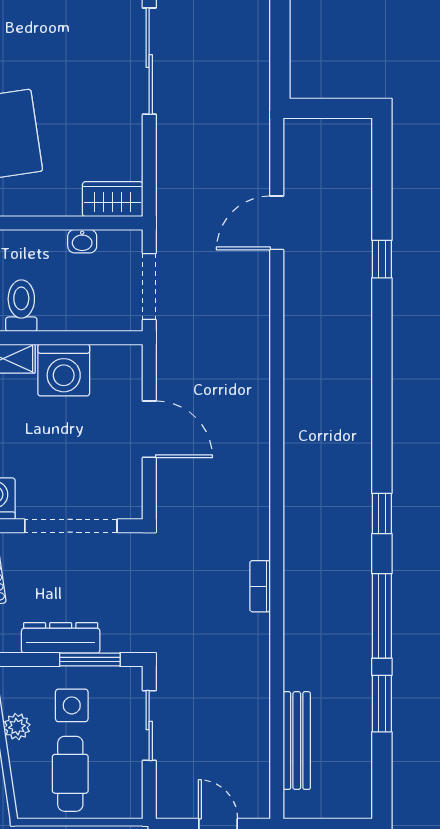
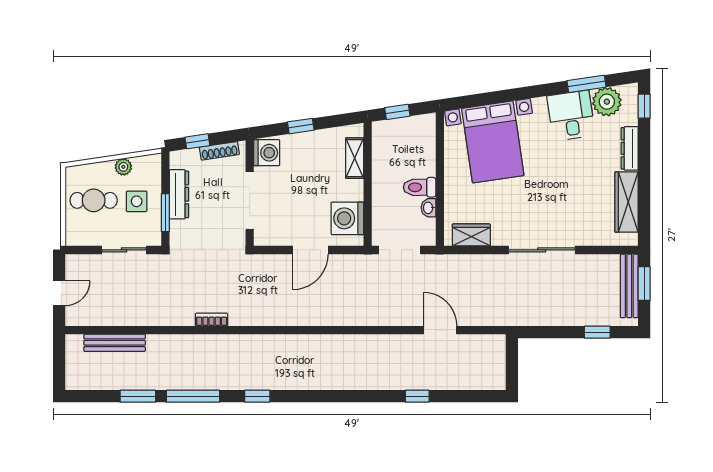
wardrobe: (113, 199) -> (471, 235), moved, turned -90
toilet: (21, 306) -> (420, 187), moved, turned 180
washing machine: (64, 370) -> (347, 218), moved

